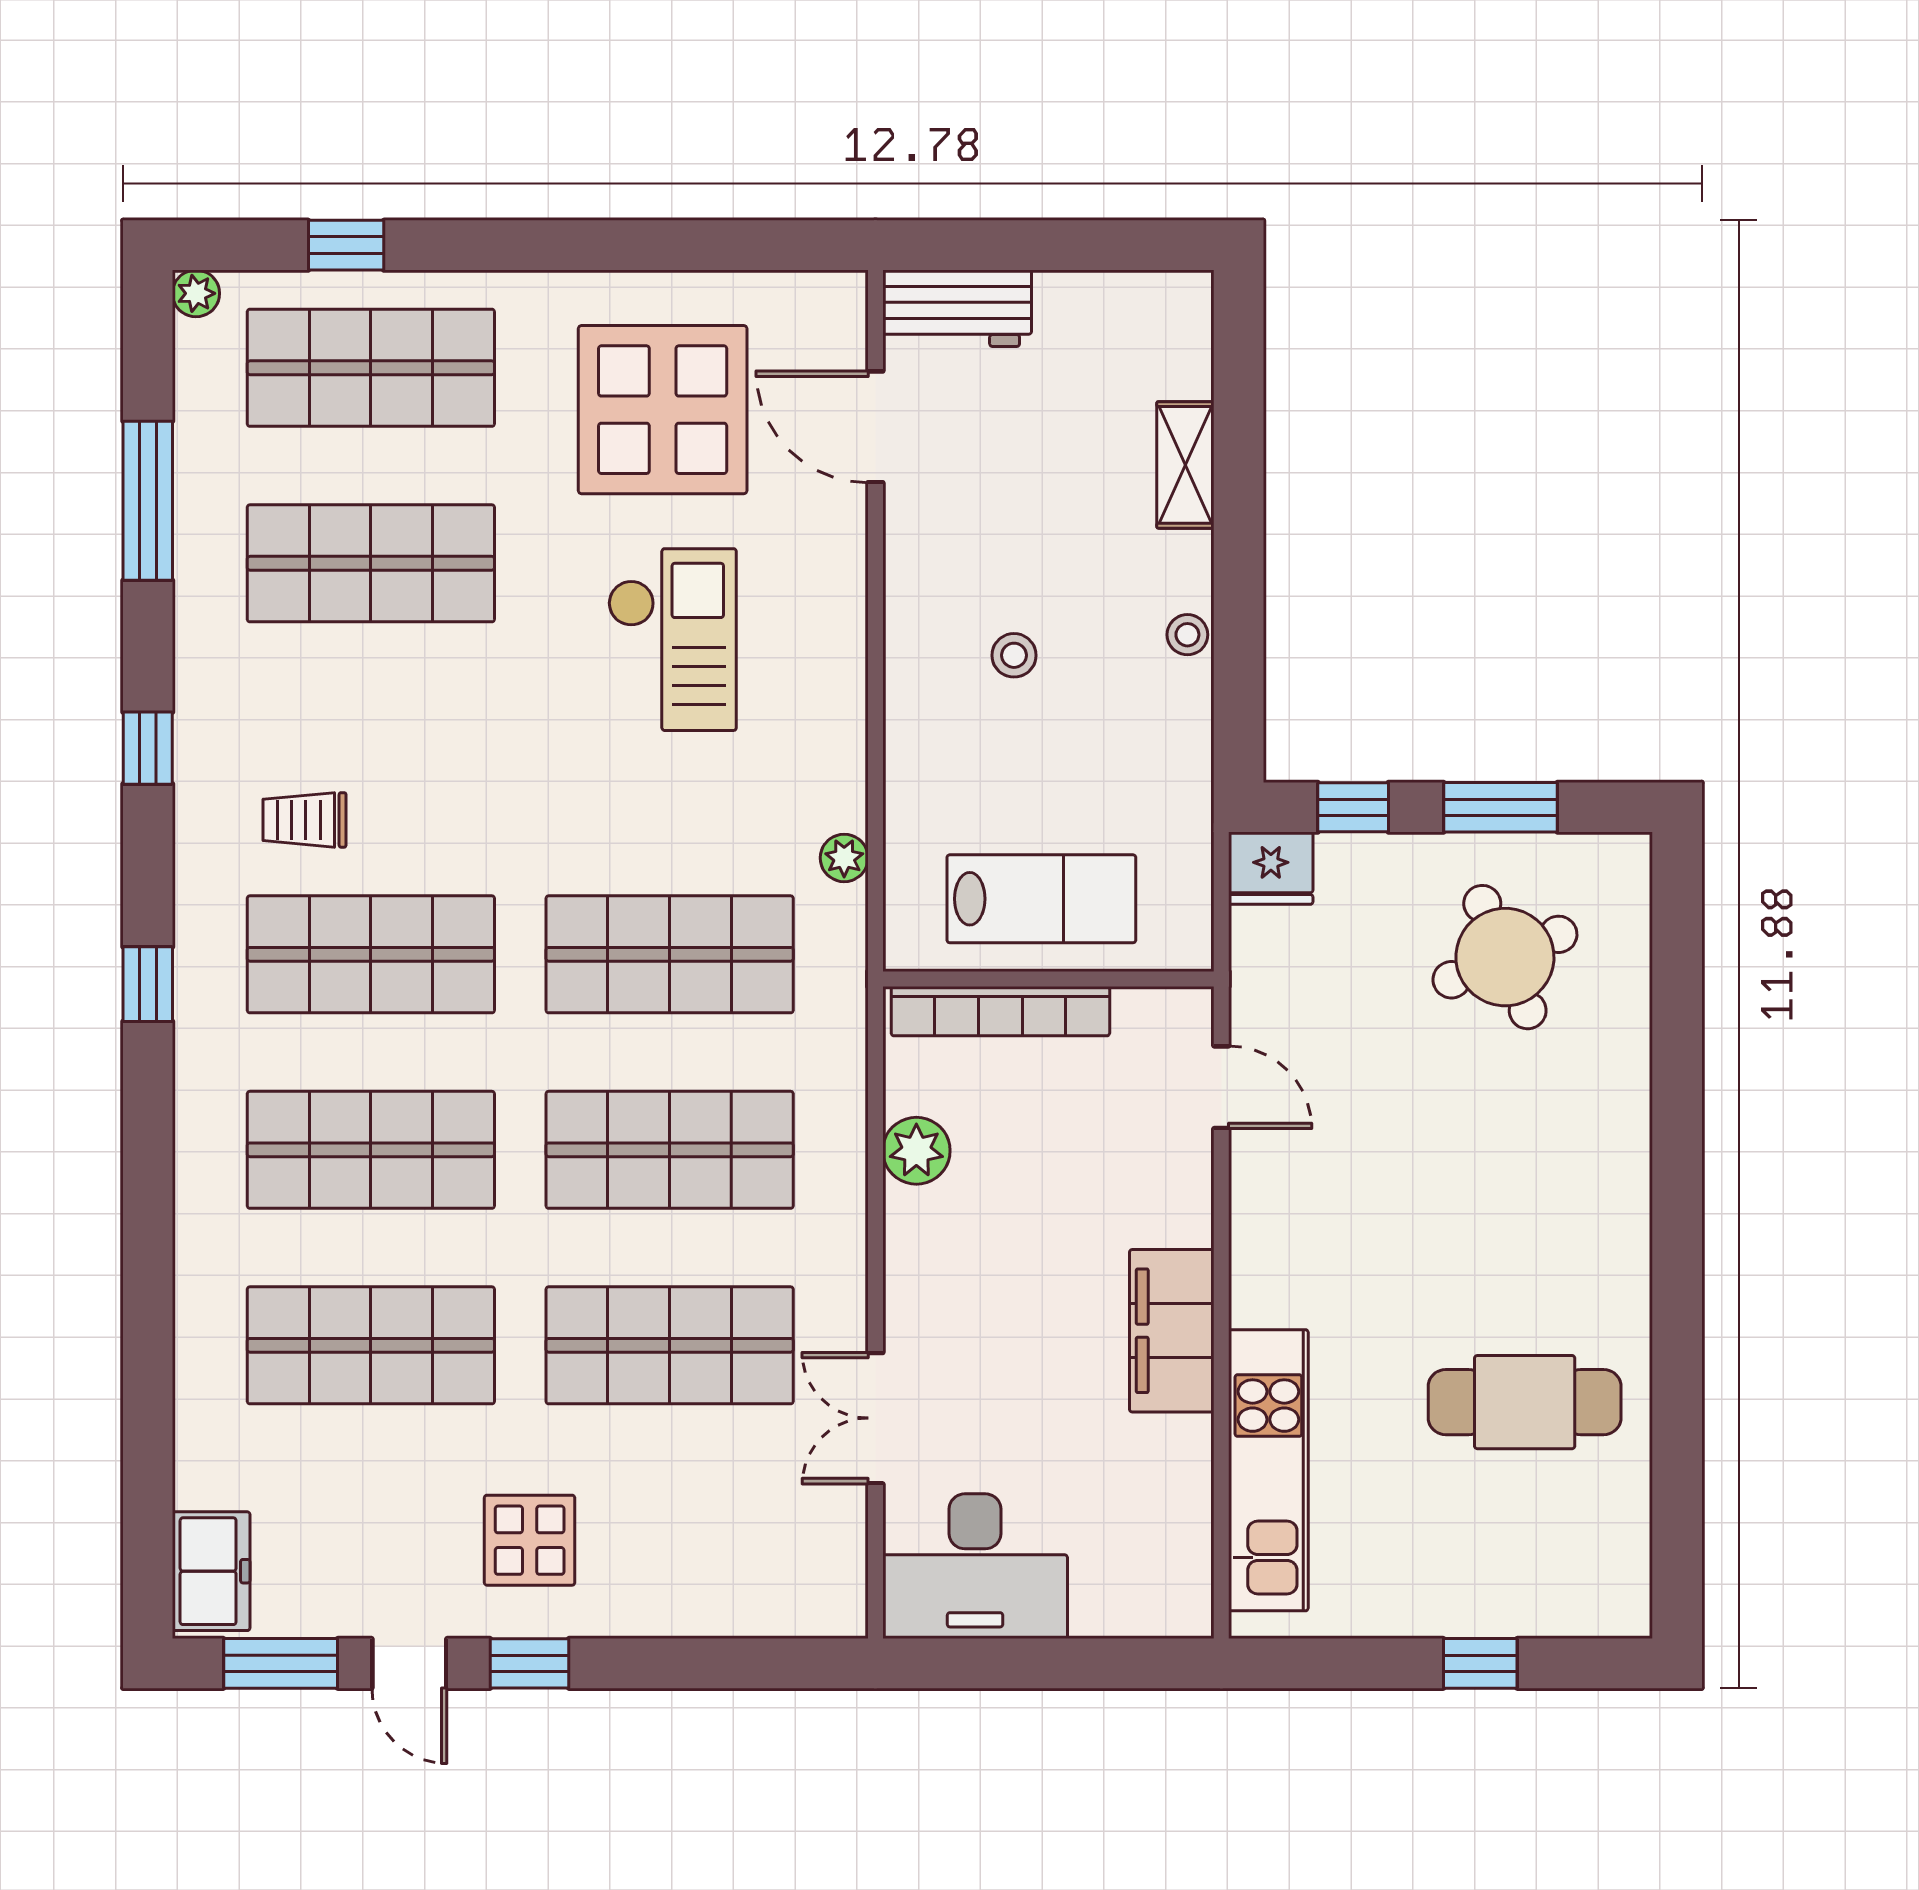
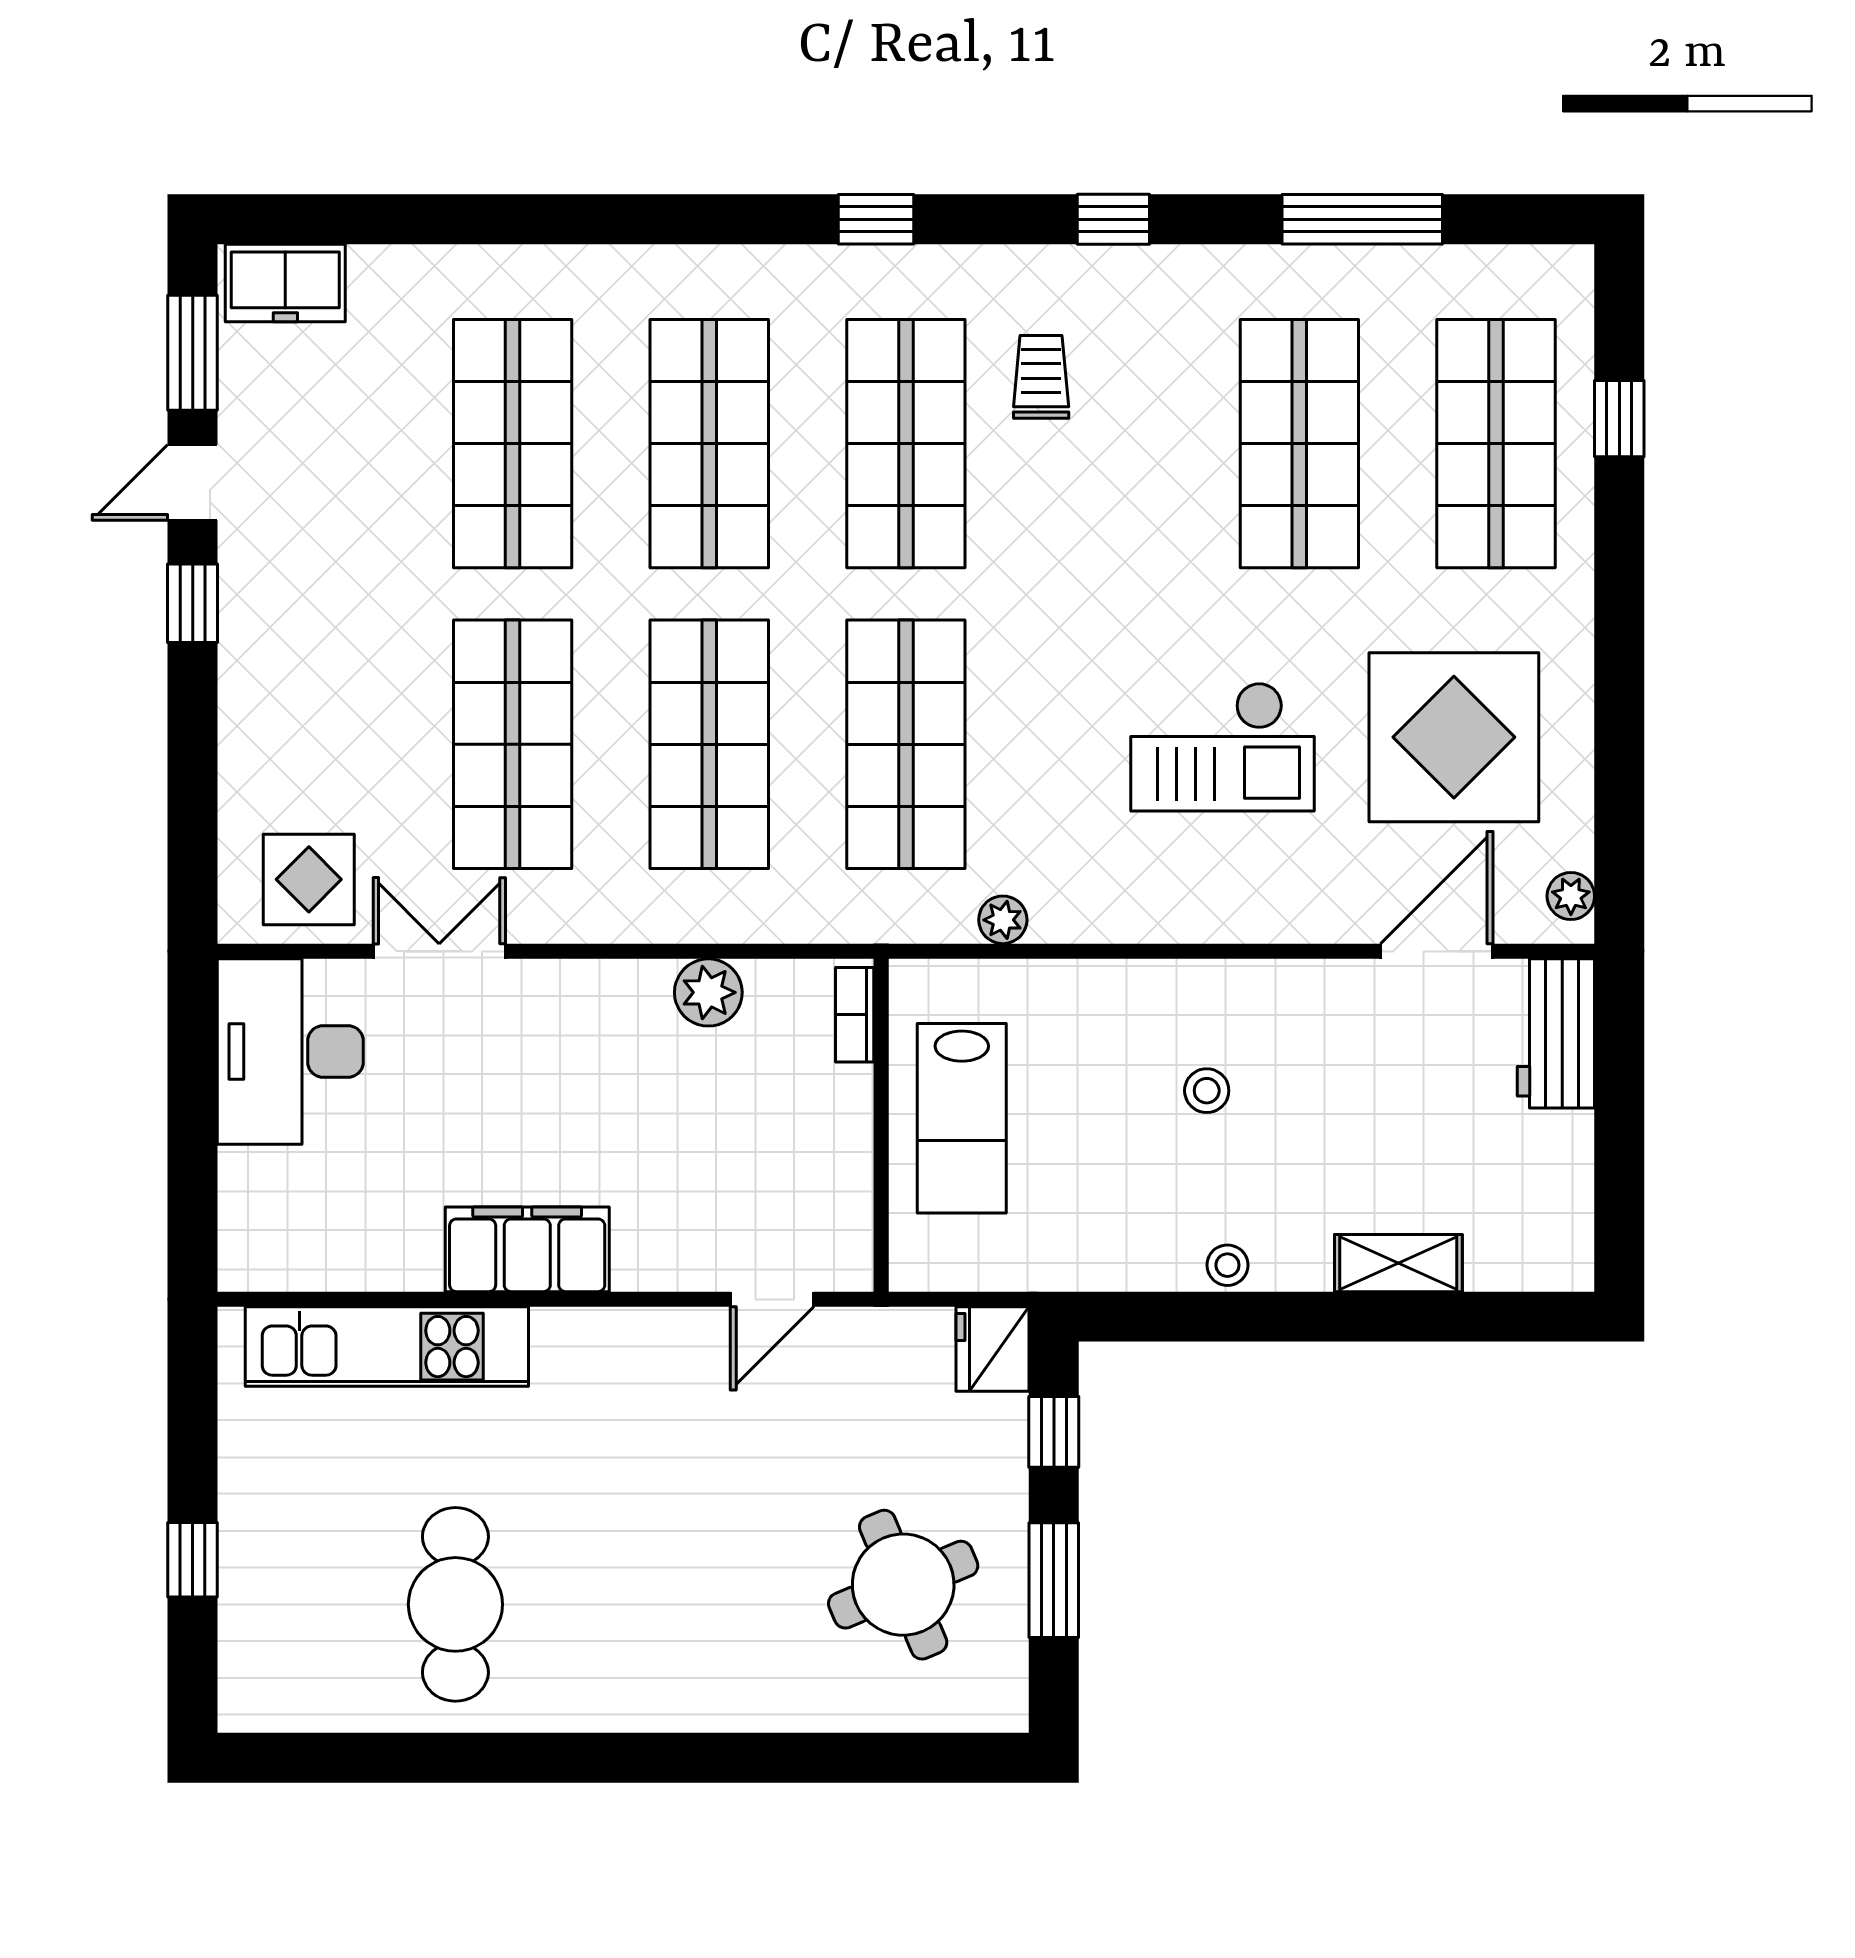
plant: (196, 293) -> (1571, 896), moved
bookcase: (1000, 1011) -> (855, 1015), width x0.43, depth x0.76
display table: (530, 1540) -> (309, 879), moved

